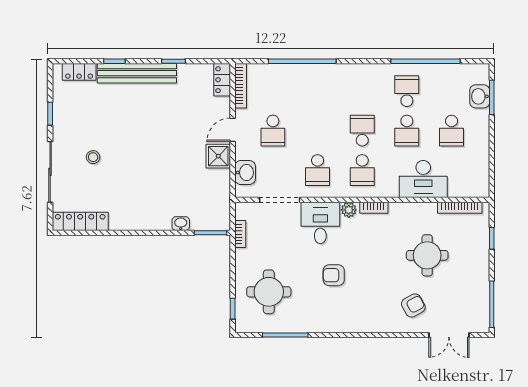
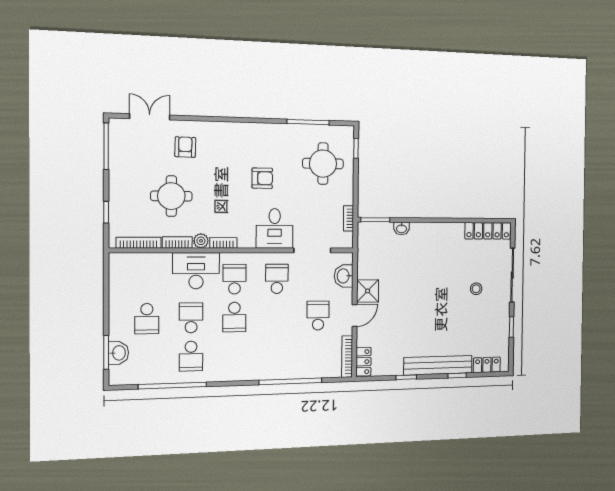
school desk: (452, 131) -> (147, 319), turned 180
desk: (423, 179) -> (196, 271), moved
bookcase: (421, 208) -> (177, 242), added
plant: (349, 210) -> (201, 241), moved
armchair: (413, 305) -> (185, 147), turned 120

